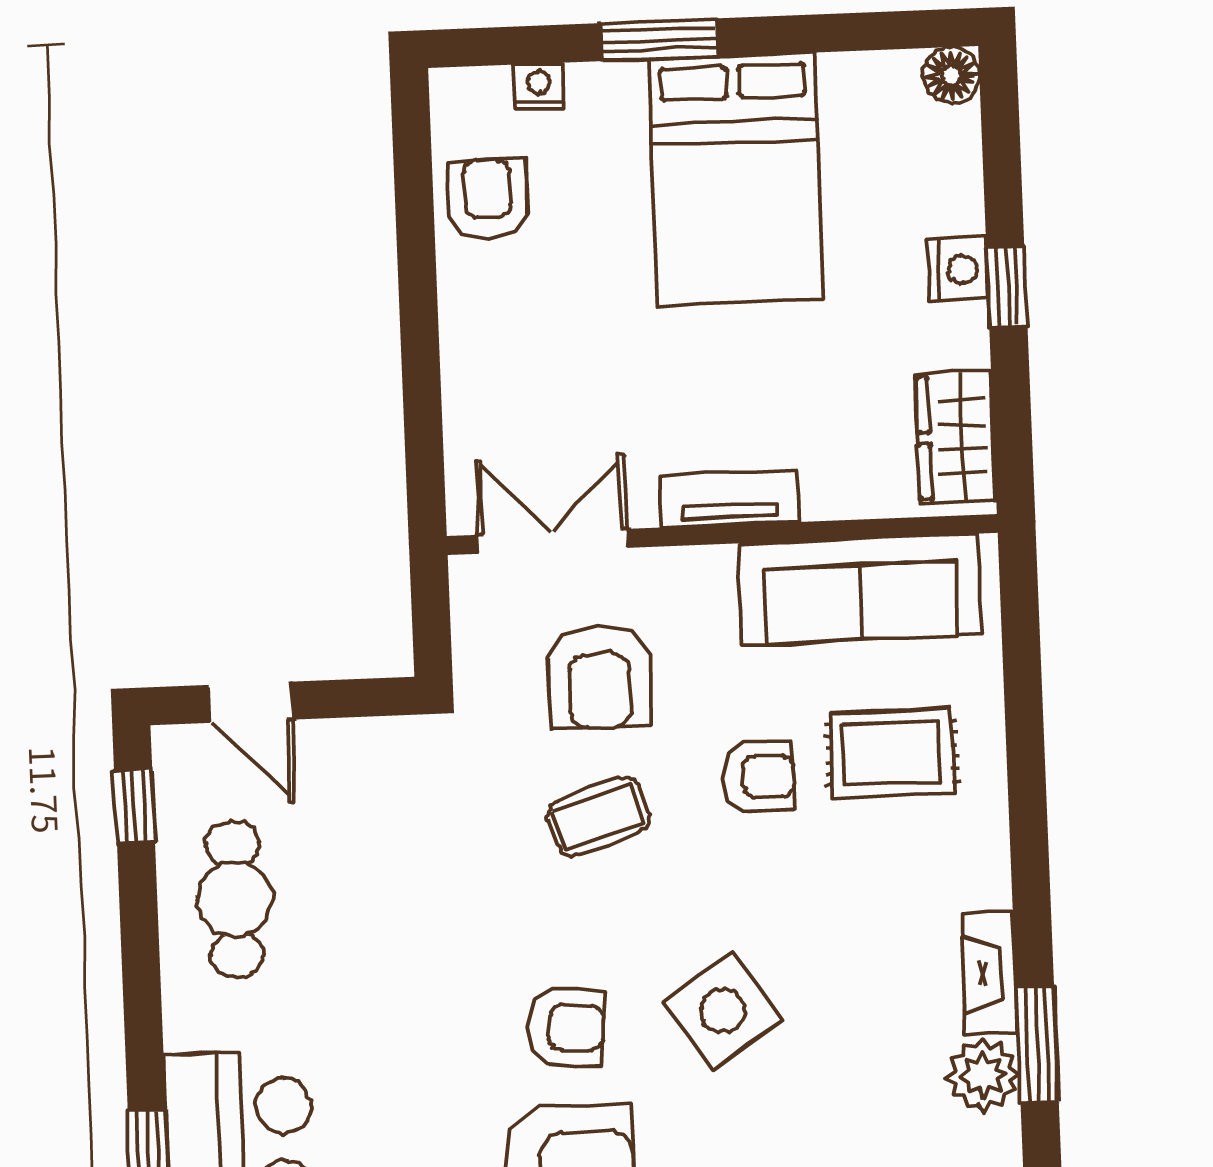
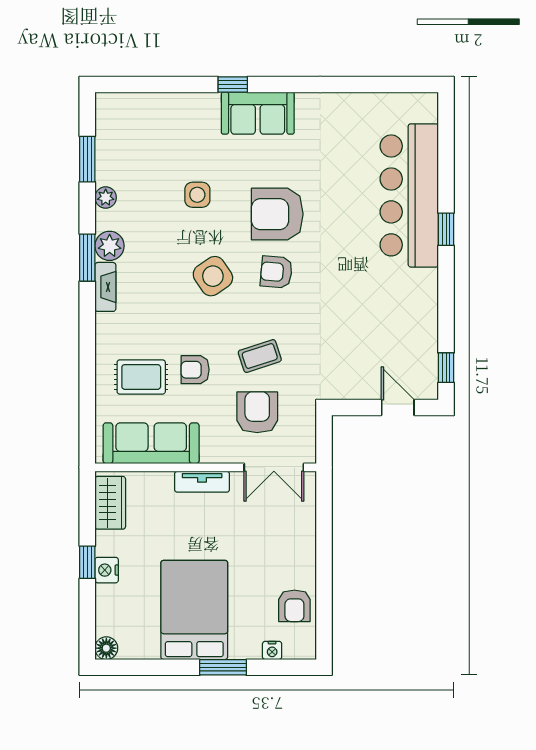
cafe table: (235, 899) -> (407, 329), removed

